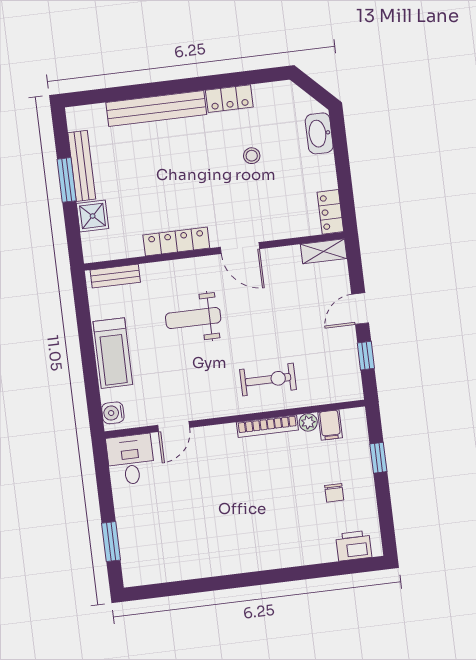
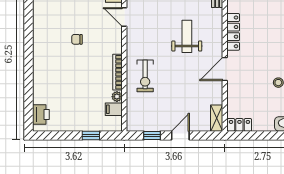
door: (360, 309) -> (180, 135), hinge flipped
chair: (334, 493) -> (77, 39), moved

